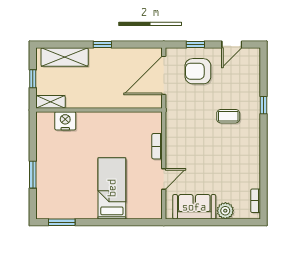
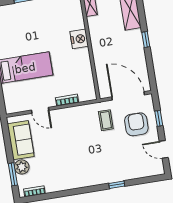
coffee table: (228, 116) -> (106, 120), moved
nightstand: (65, 121) -> (79, 39), moved
window: (232, 222) -> (13, 174), added

